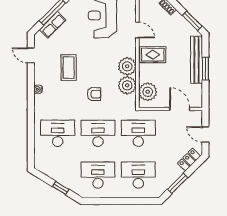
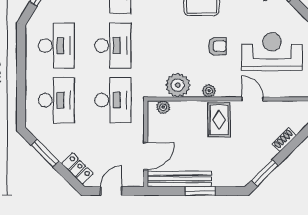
door: (137, 30) -> (252, 99), swing flipped
bench: (197, 60) -> (179, 179), moved
plant: (127, 66) -> (209, 91), width x0.53, depth x0.53
plant: (148, 92) -> (163, 107), width x0.53, depth x0.53
armchair: (94, 94) -> (217, 46), moved, turned -90

